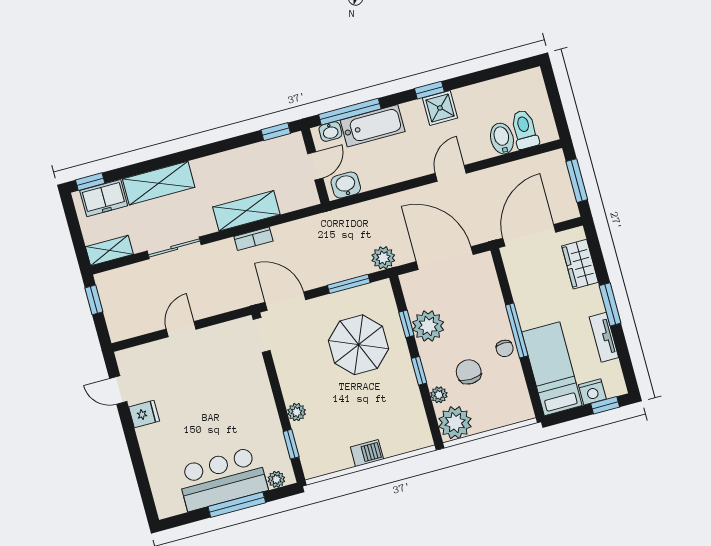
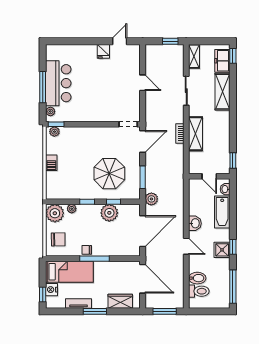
window: (350, 112) -> (233, 287), moved
washbasin: (346, 185) -> (195, 223), moved
chair: (469, 372) -> (58, 239), moved
plant: (297, 412) -> (54, 132), moved
window: (291, 444) -> (56, 124), moved

